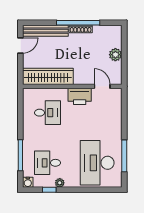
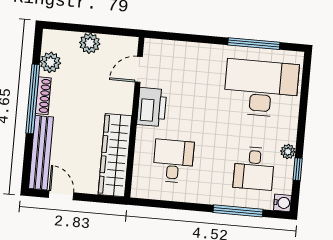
plant: (102, 32) -> (50, 62), added
desk: (97, 163) -> (261, 88), turned 180

